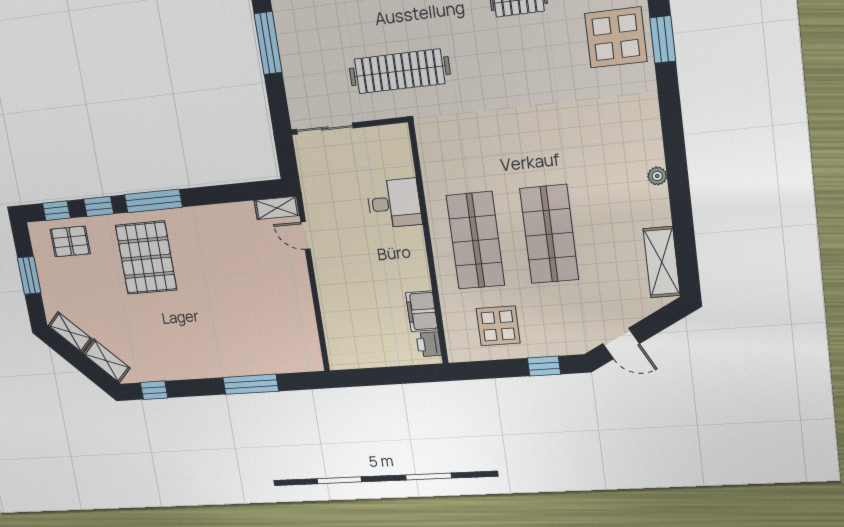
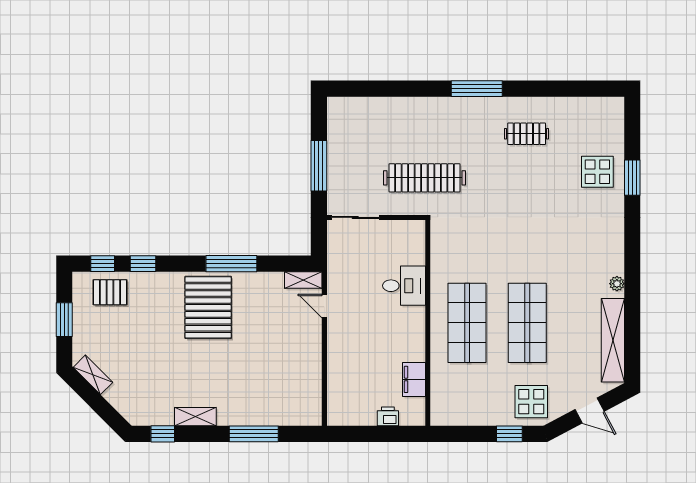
display table: (616, 37) -> (597, 172), width x0.73, depth x0.73
window: (268, 43) -> (319, 166), moved
window: (153, 201) -> (231, 264), moved
pallet: (146, 258) -> (208, 307), moved
shelving: (662, 262) -> (613, 340), width x1.47
display table: (498, 326) -> (531, 402), moved
printer: (429, 344) -> (388, 416), moved, turned 90
door: (621, 344) -> (590, 410), moved
shelving: (107, 361) -> (195, 417), moved, turned -45

